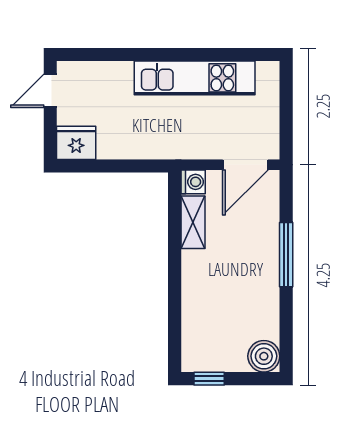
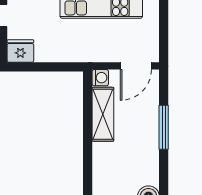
shelving: (193, 222) -> (103, 114), width x1.50, depth x1.33

